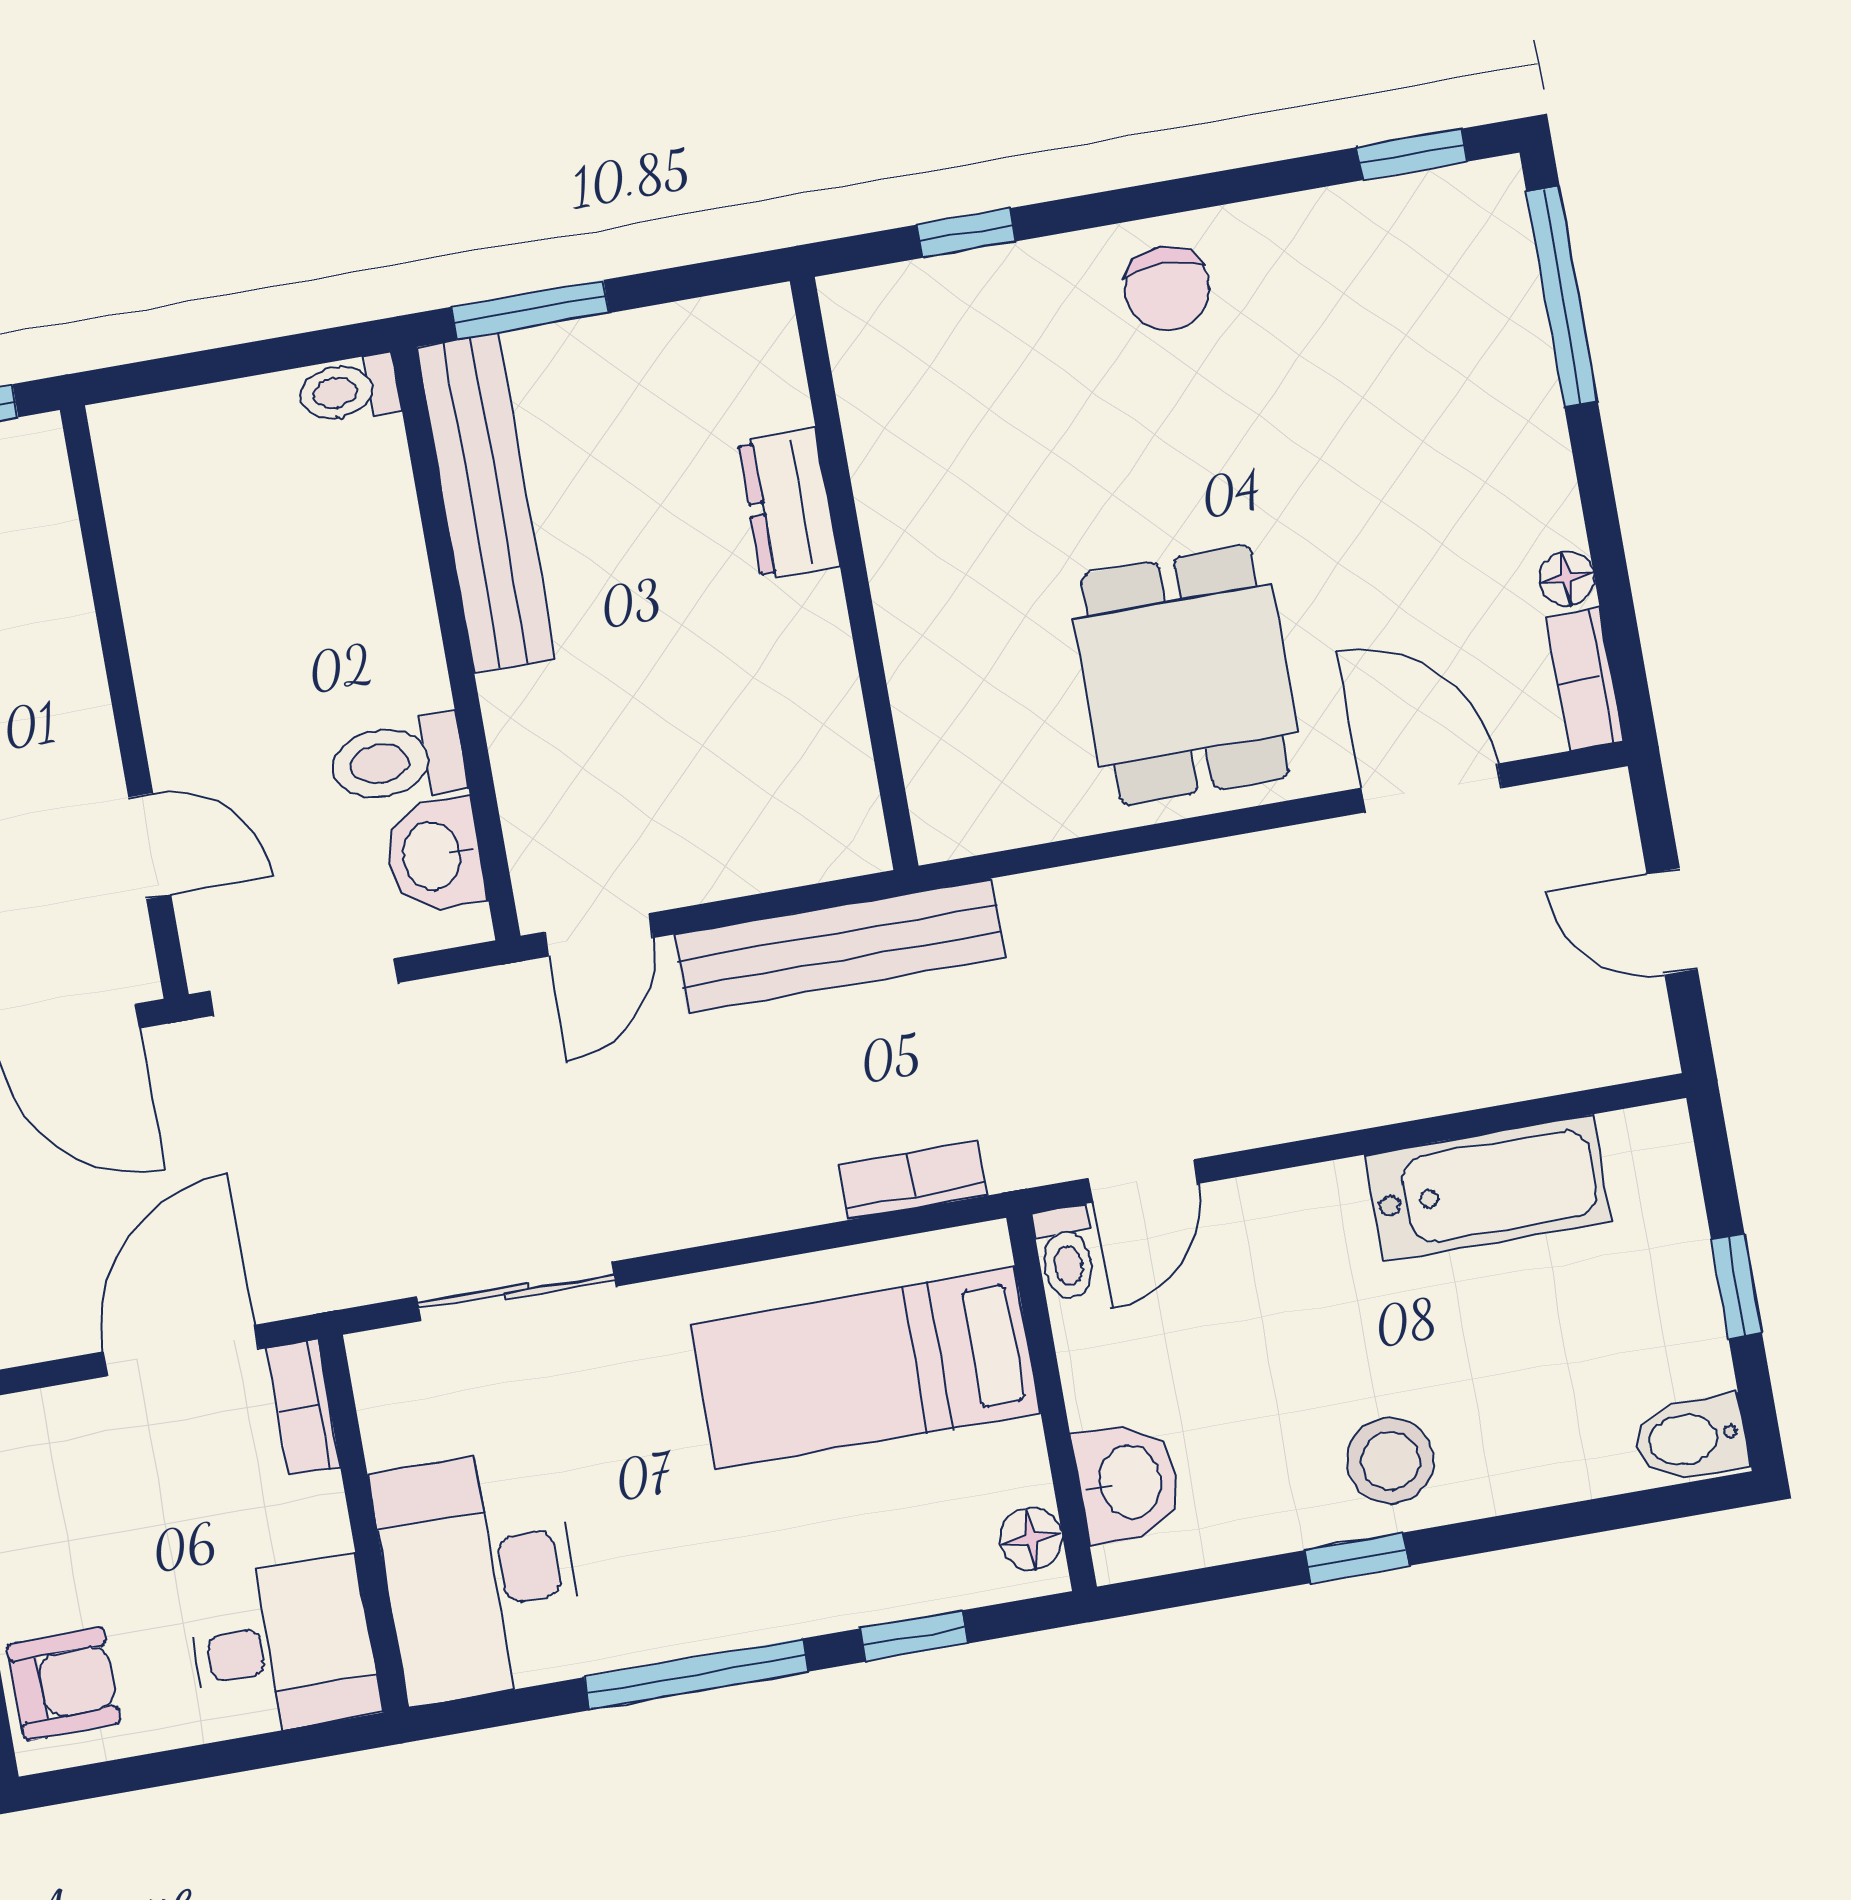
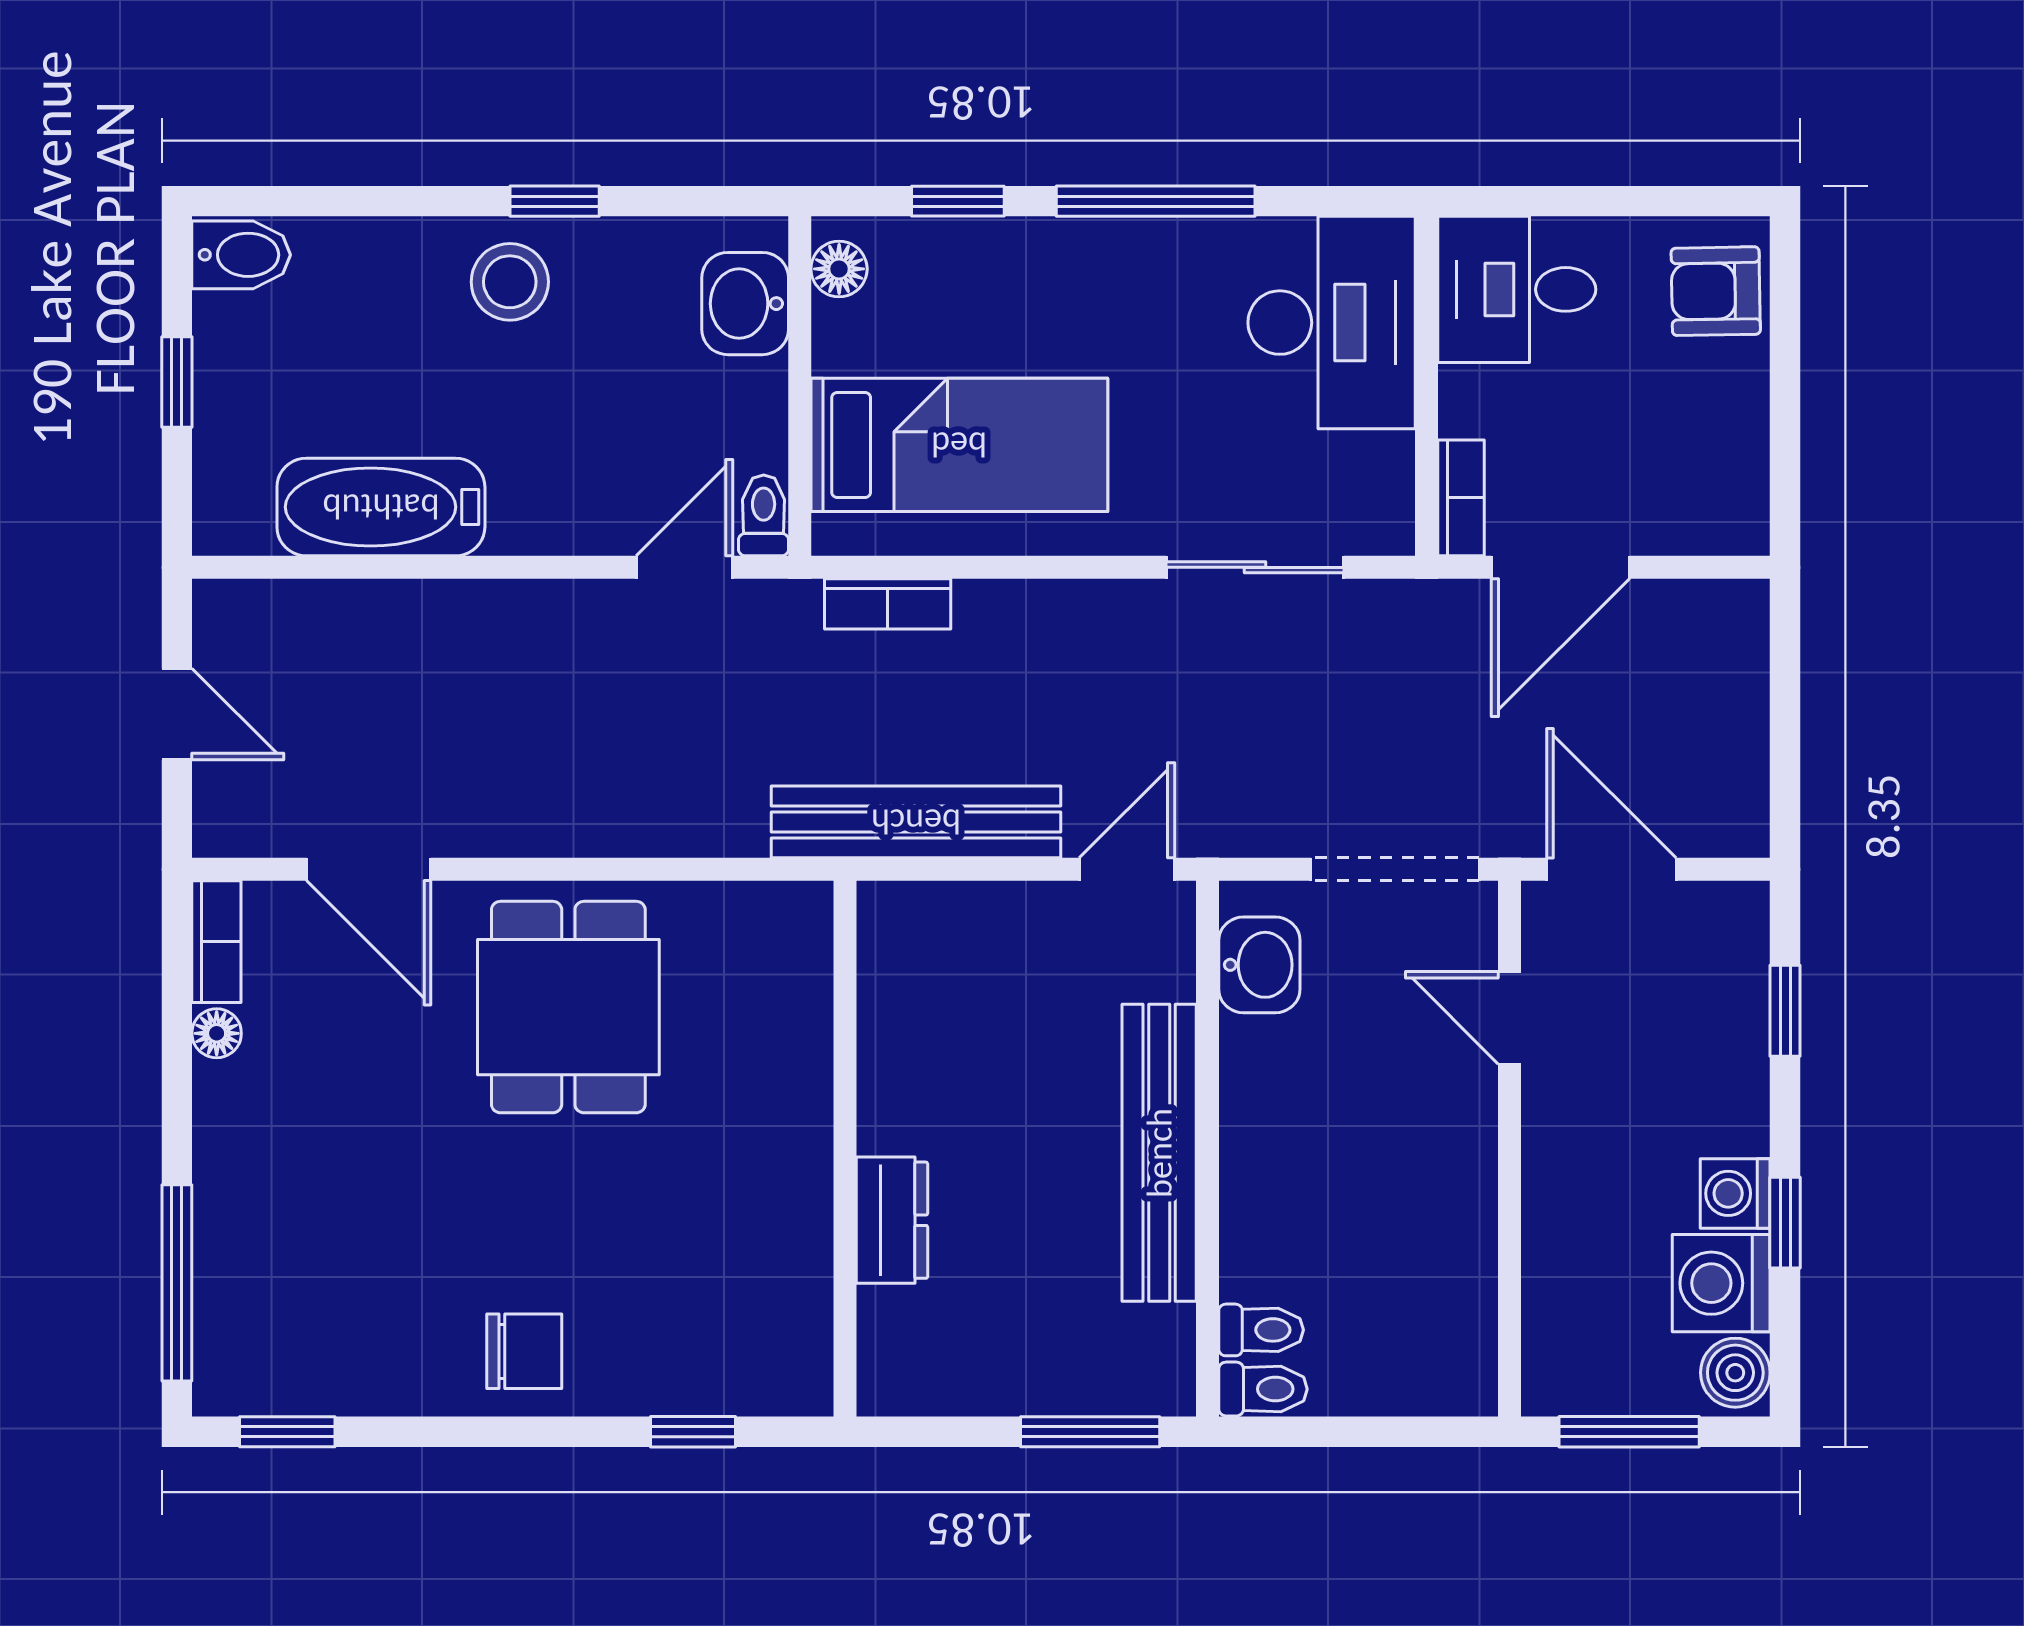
chair: (1167, 289) -> (524, 1351), turned 90
bench: (486, 503) -> (1159, 1153), moved
toilet: (398, 761) -> (1261, 1330), moved, width x0.73, depth x0.72

